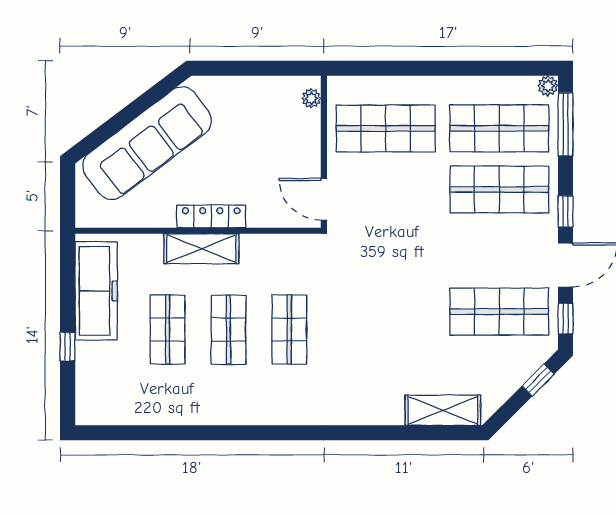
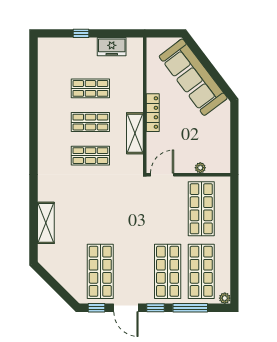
plant: (311, 98) -> (200, 168), moved
window: (565, 124) -> (190, 308), moved
shelving: (201, 249) -> (135, 133), moved
freezer: (96, 291) -> (112, 47), width x0.52, depth x0.79
window: (538, 380) -> (63, 293), removed
shelving: (443, 410) -> (46, 223), moved

